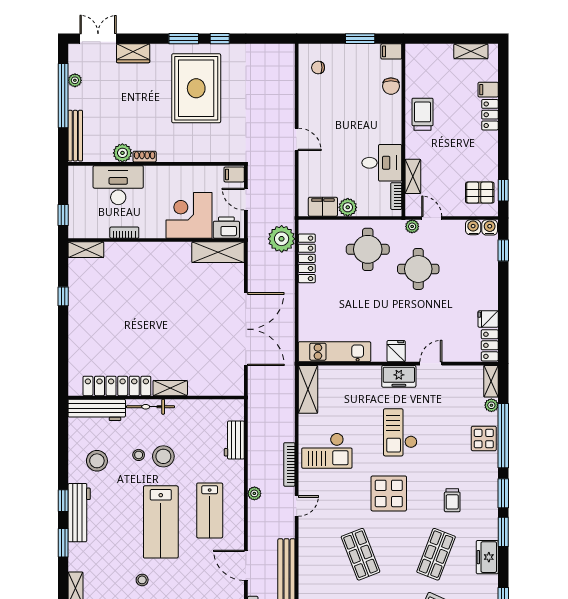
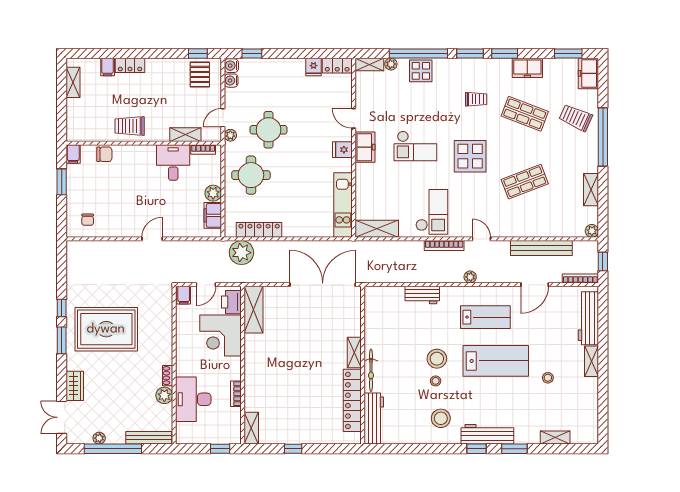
locker: (117, 386) -> (352, 400), moved
shelving: (170, 388) -> (354, 353), moved
wall: (156, 397) -> (363, 365), moved
bicycle: (150, 407) -> (371, 370), moved
workbench: (97, 410) -> (374, 419), moved

